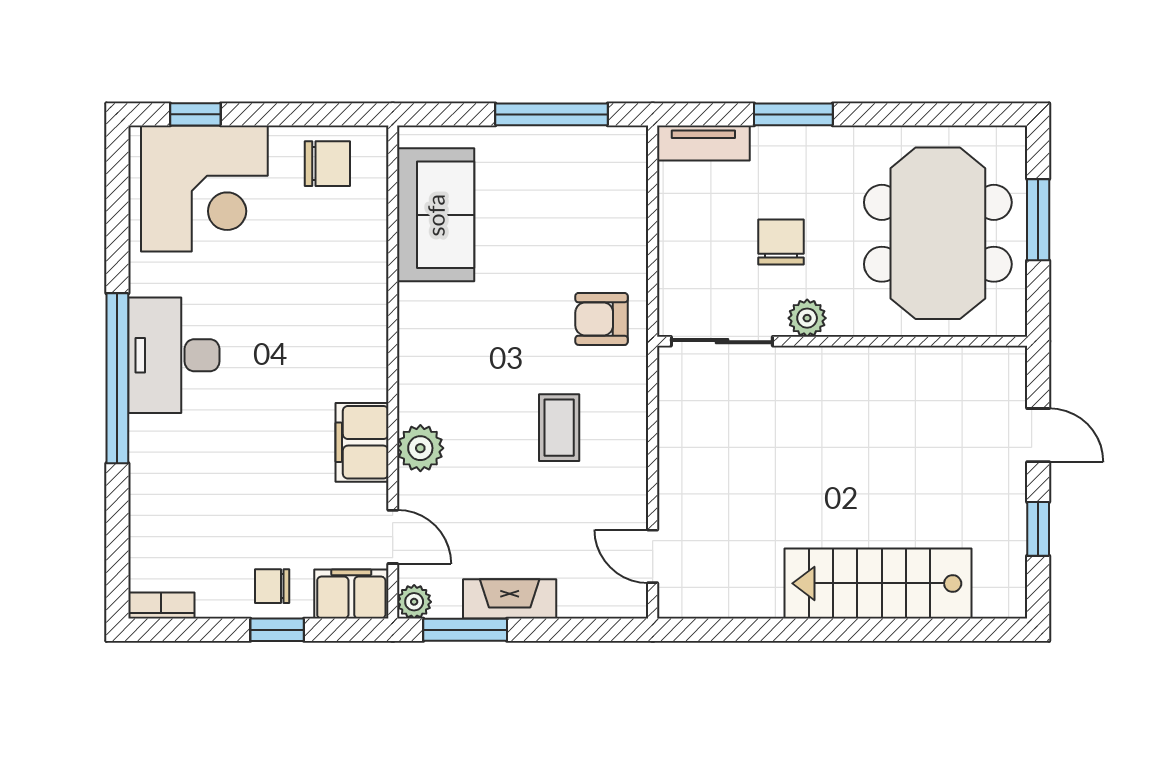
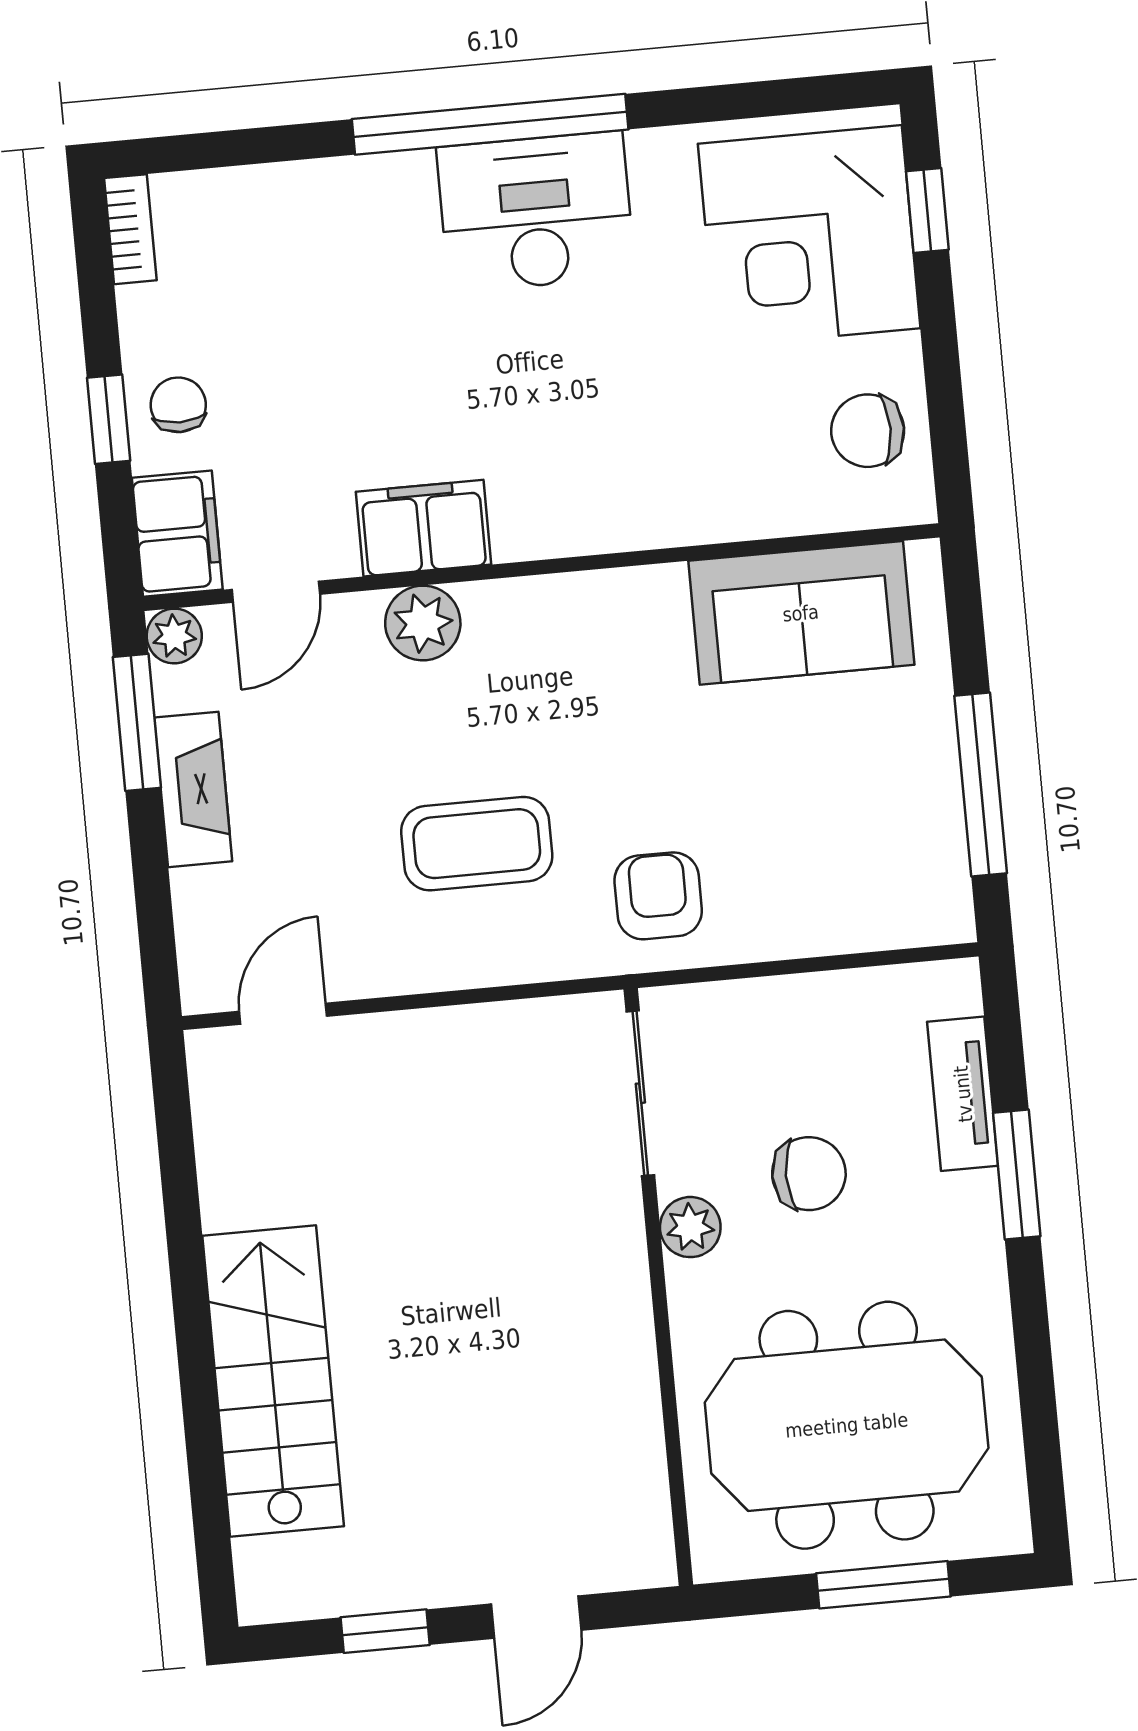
tv unit: (703, 143) -> (963, 1094), moved
chair: (327, 164) -> (868, 431), turned 90
coffee table: (559, 428) -> (477, 844), width x1.36, depth x1.30

